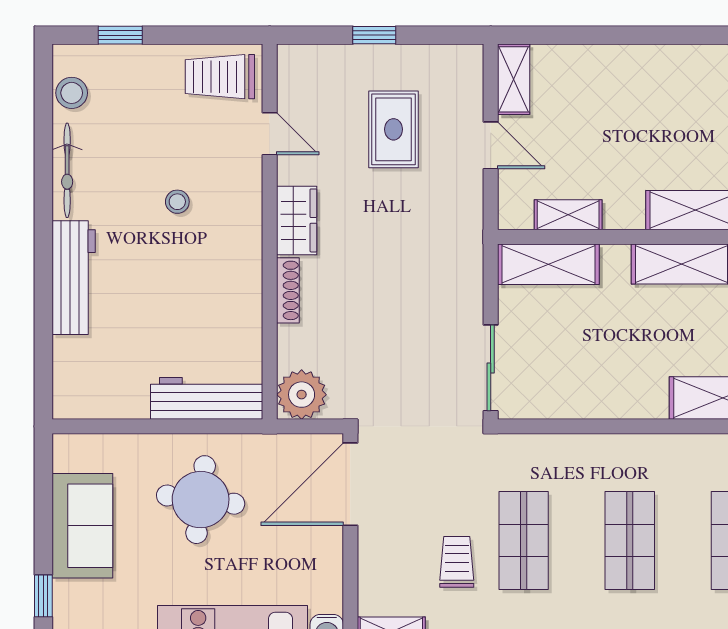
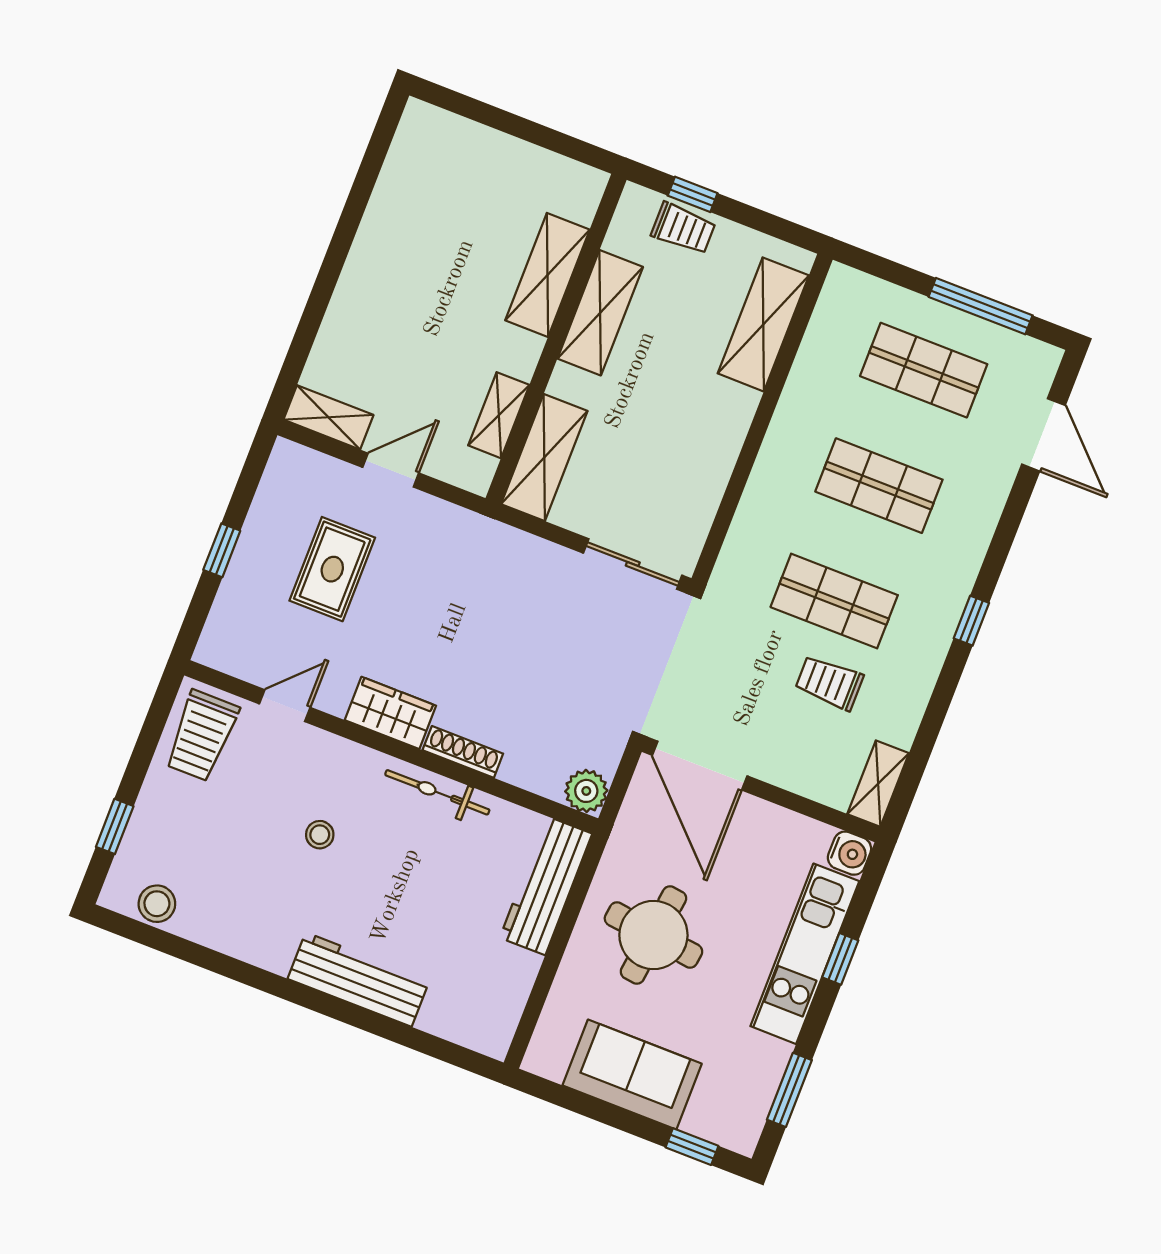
rug: (394, 129) -> (332, 569), turned 90
bicycle: (67, 170) -> (437, 792), moved, turned 180
plant: (302, 395) -> (586, 791), width x0.73, depth x0.73

